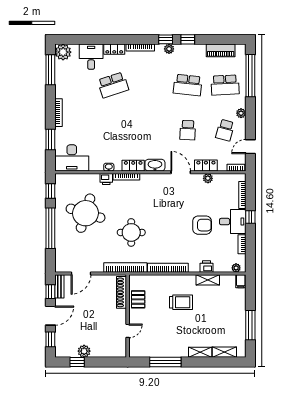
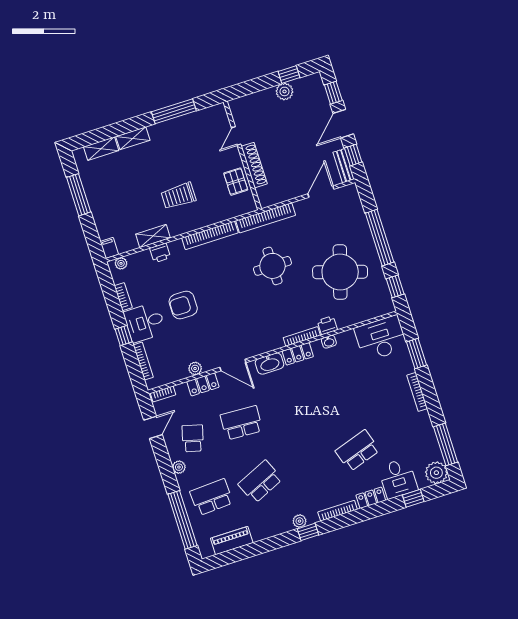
window: (188, 39) -> (413, 498), moved
school desk: (188, 85) -> (260, 482), turned -30
school desk: (188, 130) -> (241, 423), width x1.85
shoe rack: (122, 292) -> (254, 165), moved

